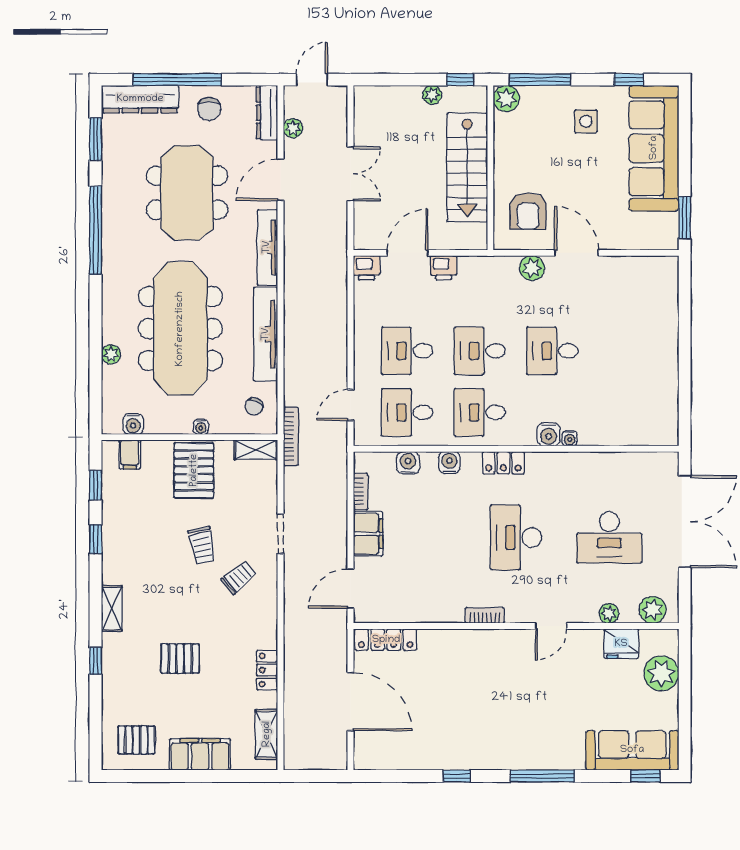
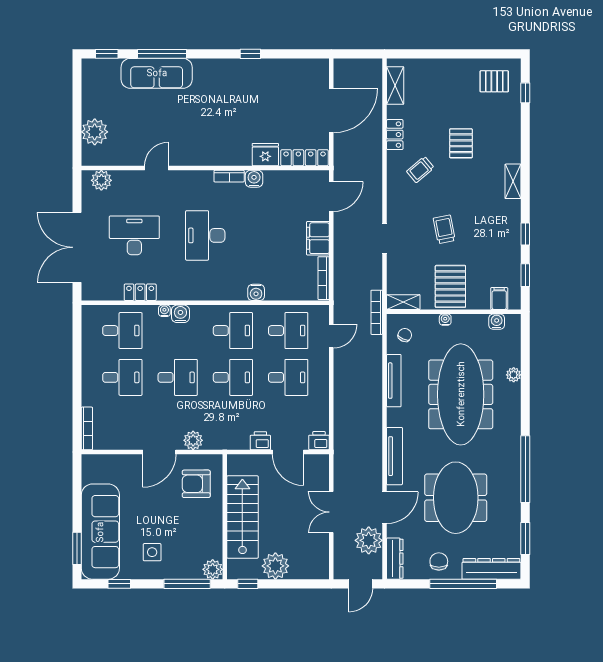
plant: (432, 95) -> (275, 566), width x1.88, depth x1.88
plant: (293, 128) -> (369, 540), width x1.87, depth x1.87
armchair: (528, 211) -> (196, 484), turned -90
window: (685, 218) -> (77, 548), moved
door: (407, 253) -> (288, 452), hinge flipped
door: (577, 253) -> (159, 452), hinge flipped
bookcase: (672, 284) -> (87, 428), added
tv unit: (266, 334) -> (394, 381), width x0.73, depth x0.78
desk: (625, 351) -> (122, 377), added
desk: (625, 412) -> (122, 331), added
water cooler: (408, 463) -> (254, 179), moved, turned 180
locker: (503, 463) -> (140, 292), moved
bookcase: (361, 492) -> (324, 278), width x1.56
desk: (516, 537) -> (205, 235), turned 180
trolley: (239, 577) -> (420, 170), moved
plant: (609, 613) -> (135, 178), removed
door: (551, 626) -> (156, 168), moved
fridge: (621, 644) -> (265, 155), moved
pallet: (180, 658) -> (461, 143), turned 90
window: (96, 661) -> (525, 93), moved
door: (350, 702) -> (331, 110), swing flipped
sofa: (632, 750) -> (157, 73), moved
filing cabinet: (200, 754) -> (446, 70), removed
window: (542, 776) -> (162, 54), moved

